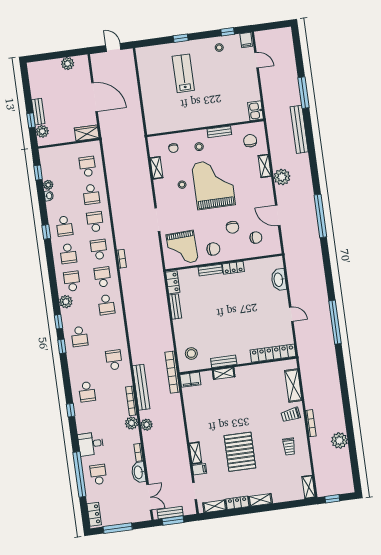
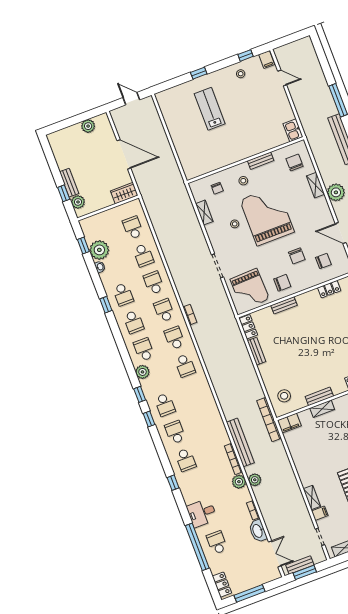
plant: (48, 185) -> (99, 250), width x1.87, depth x1.87
locker: (233, 268) -> (329, 289), moved
school desk: (114, 360) -> (175, 432), moved

